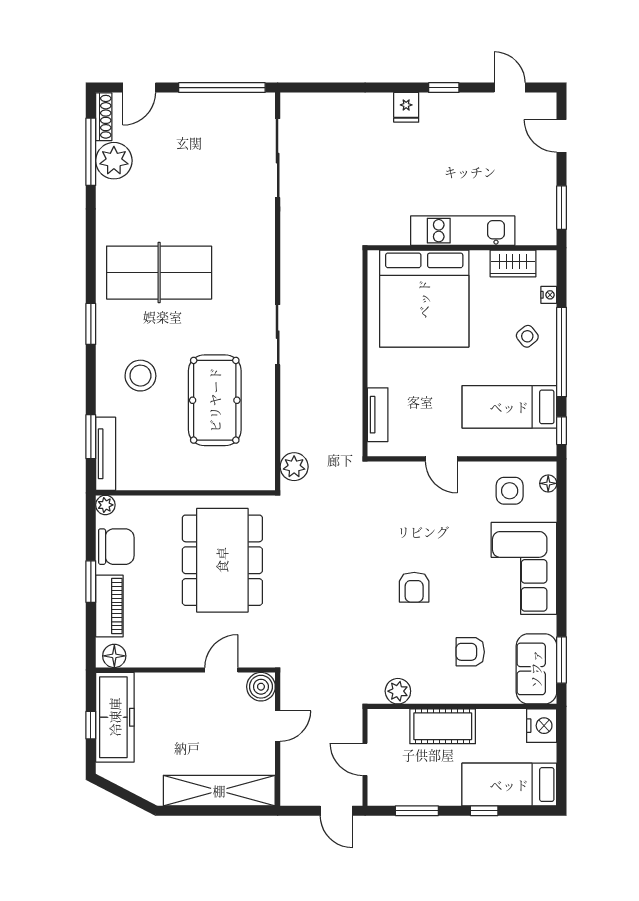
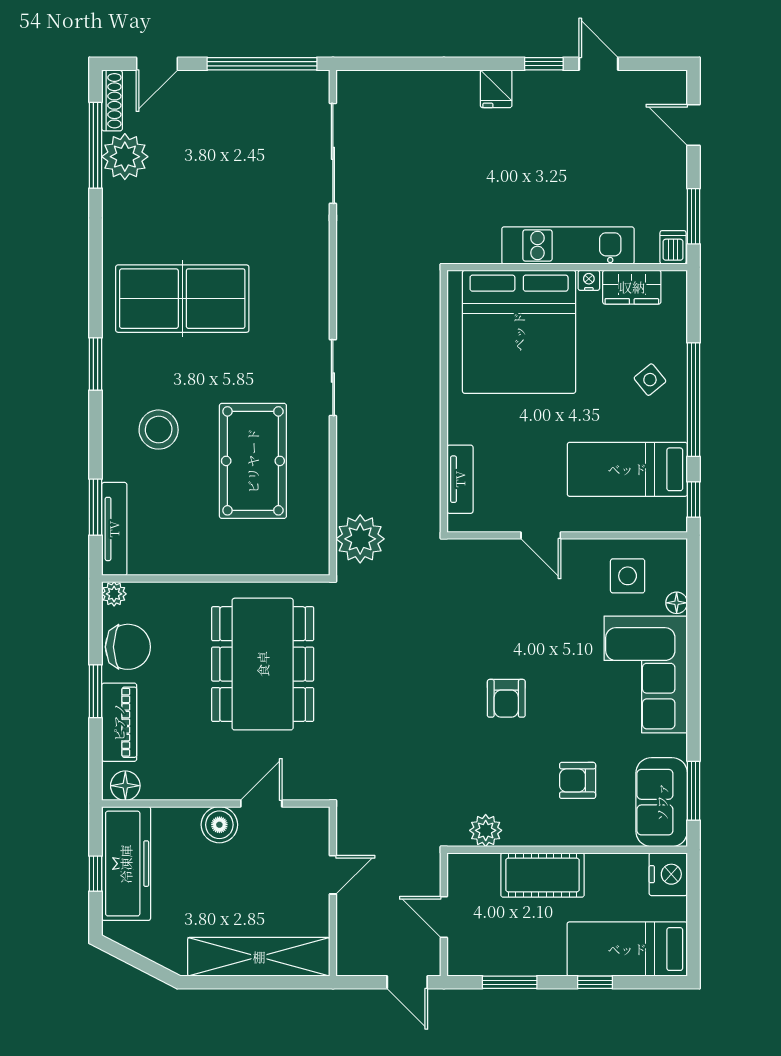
door: (510, 88) -> (598, 64), moved
dishwasher: (545, 232) -> (673, 247), added
nightstand: (549, 295) -> (589, 280), moved, turned -90
plant: (294, 467) -> (360, 539), width x1.36, depth x1.36
floor lamp: (548, 483) -> (677, 603), moved
boiler: (261, 687) -> (219, 825), moved

